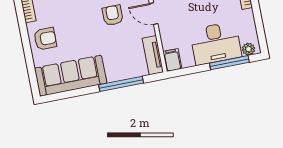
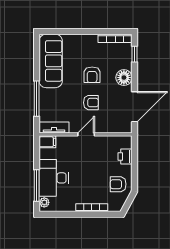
armchair: (45, 39) -> (92, 75), moved

